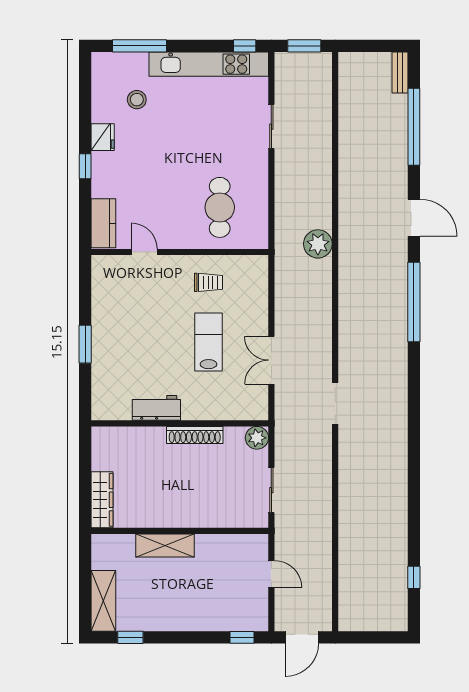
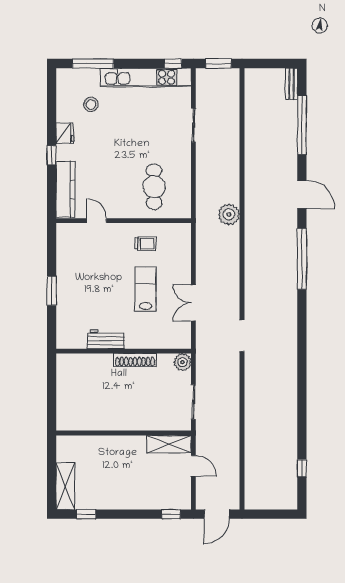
kitchen counter: (103, 223) -> (65, 189), width x1.50
wardrobe: (102, 500) -> (64, 409), removed
shelving: (165, 546) -> (169, 444), moved

